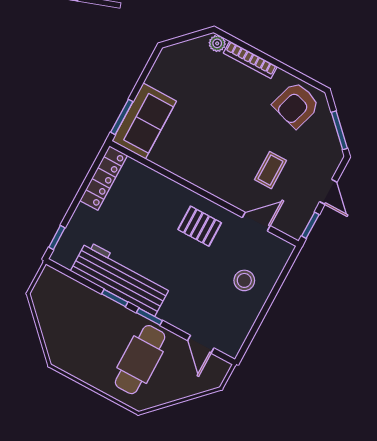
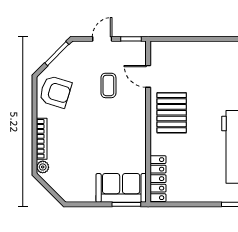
coffee table: (271, 170) -> (108, 85), turned 90
locker: (104, 178) -> (158, 179), moved, turned 90
pallet: (200, 226) -> (172, 113), width x1.50, depth x1.42
stool: (244, 280) -> (192, 63), removed

